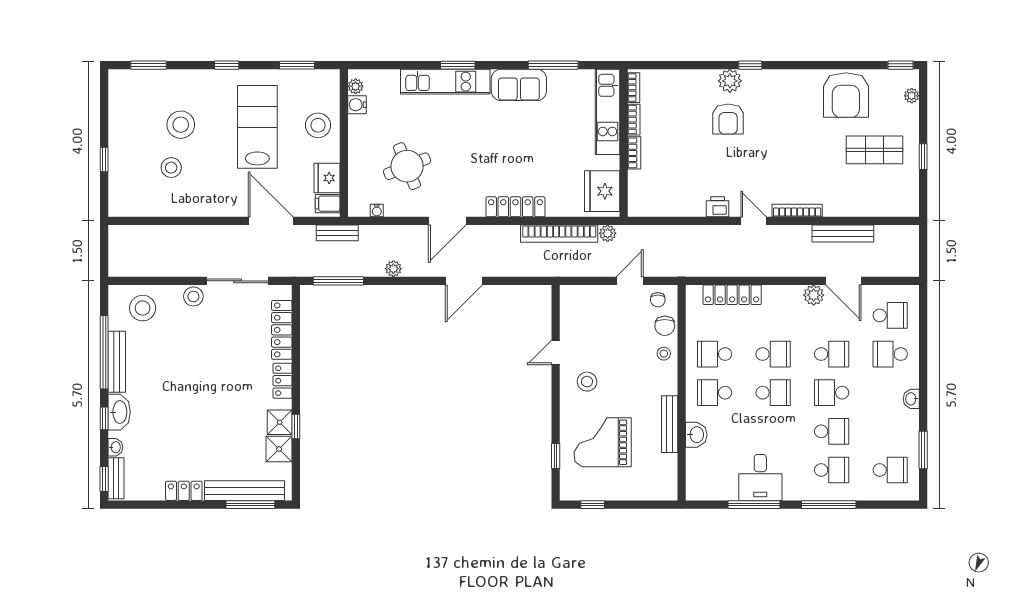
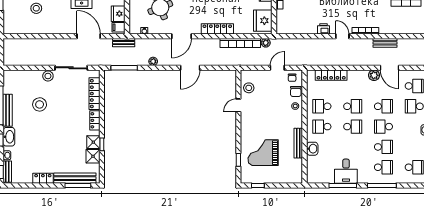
bench: (843, 233) -> (385, 43), width x0.73
stool: (143, 308) -> (40, 104), moved
stool: (587, 382) -> (249, 88), moved

